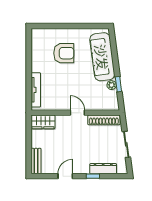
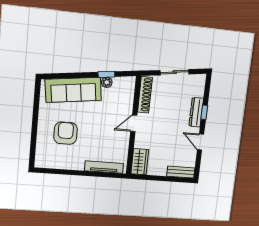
dresser: (103, 169) -> (196, 112), moved

